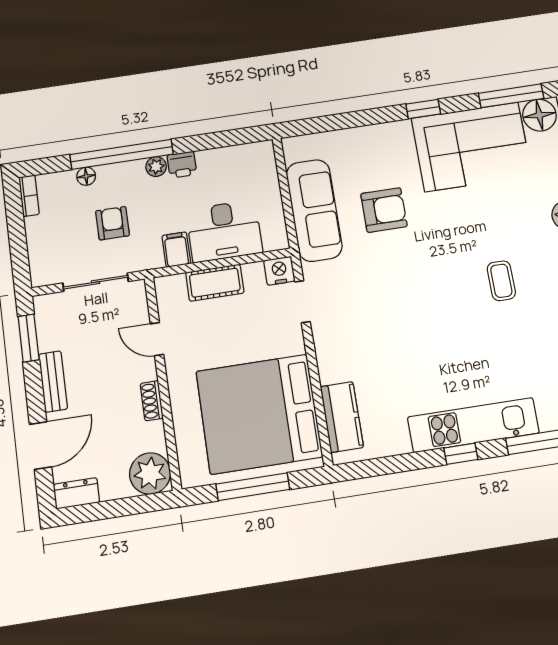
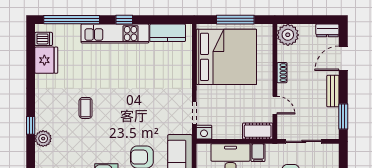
cot: (215, 283) -> (258, 131), moved
kitchen counter: (342, 417) -> (168, 33), moved, turned -90

